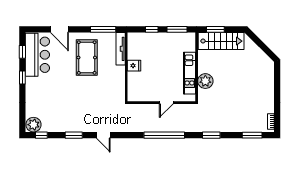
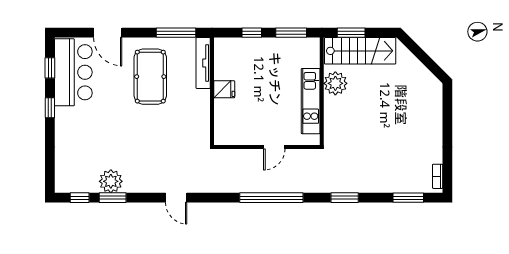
plant: (205, 81) -> (335, 83), moved
plant: (33, 125) -> (111, 181), moved
window: (74, 135) -> (113, 198), moved

